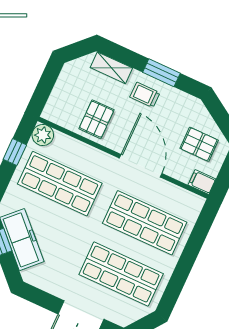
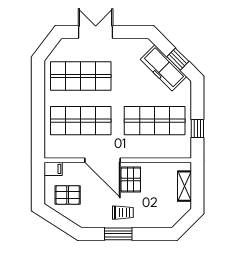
shelving: (111, 68) -> (185, 186), moved, turned 90
pallet: (96, 119) -> (131, 179), moved
plant: (43, 135) -> (183, 150), removed

